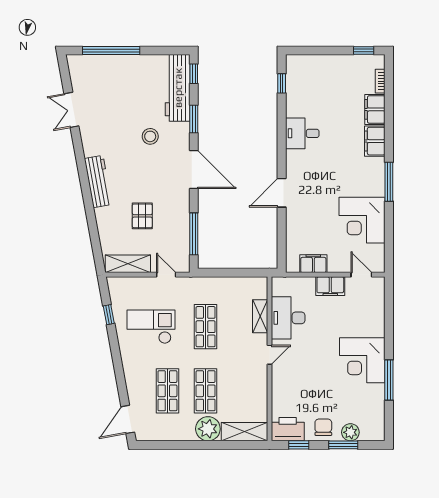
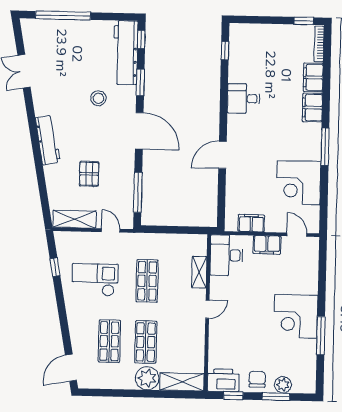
bookcase: (380, 81) -> (319, 44), width x1.56
desk: (288, 318) -> (226, 255), moved

